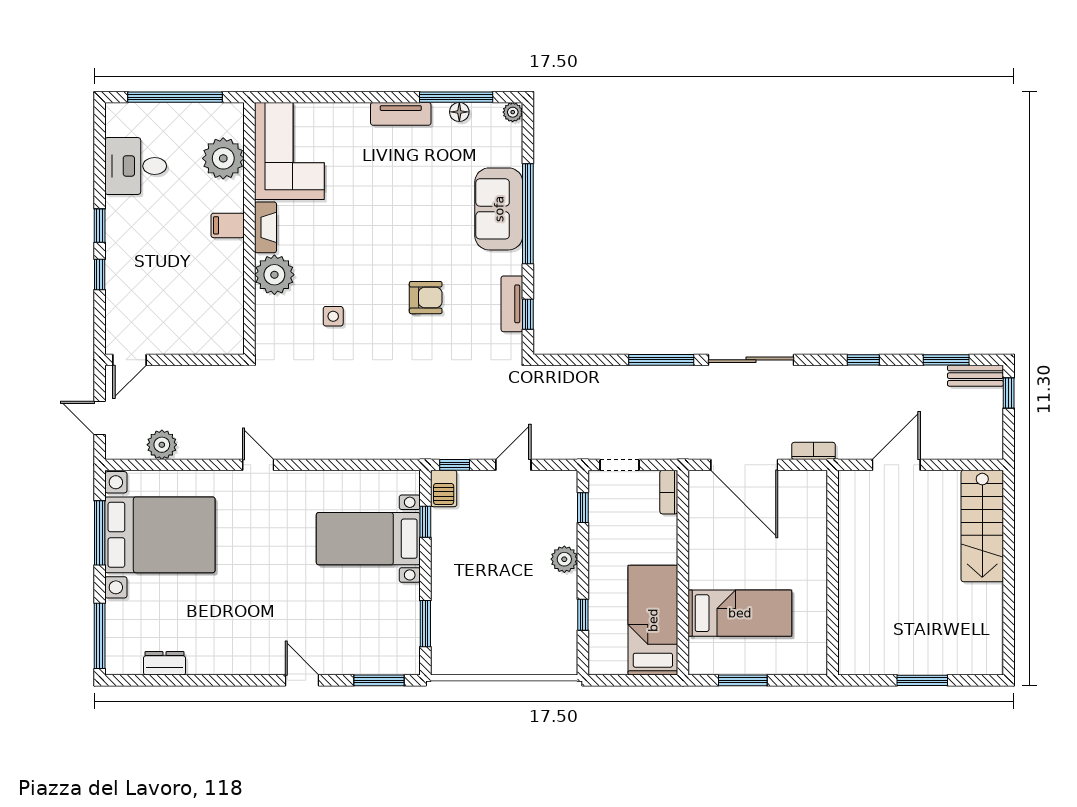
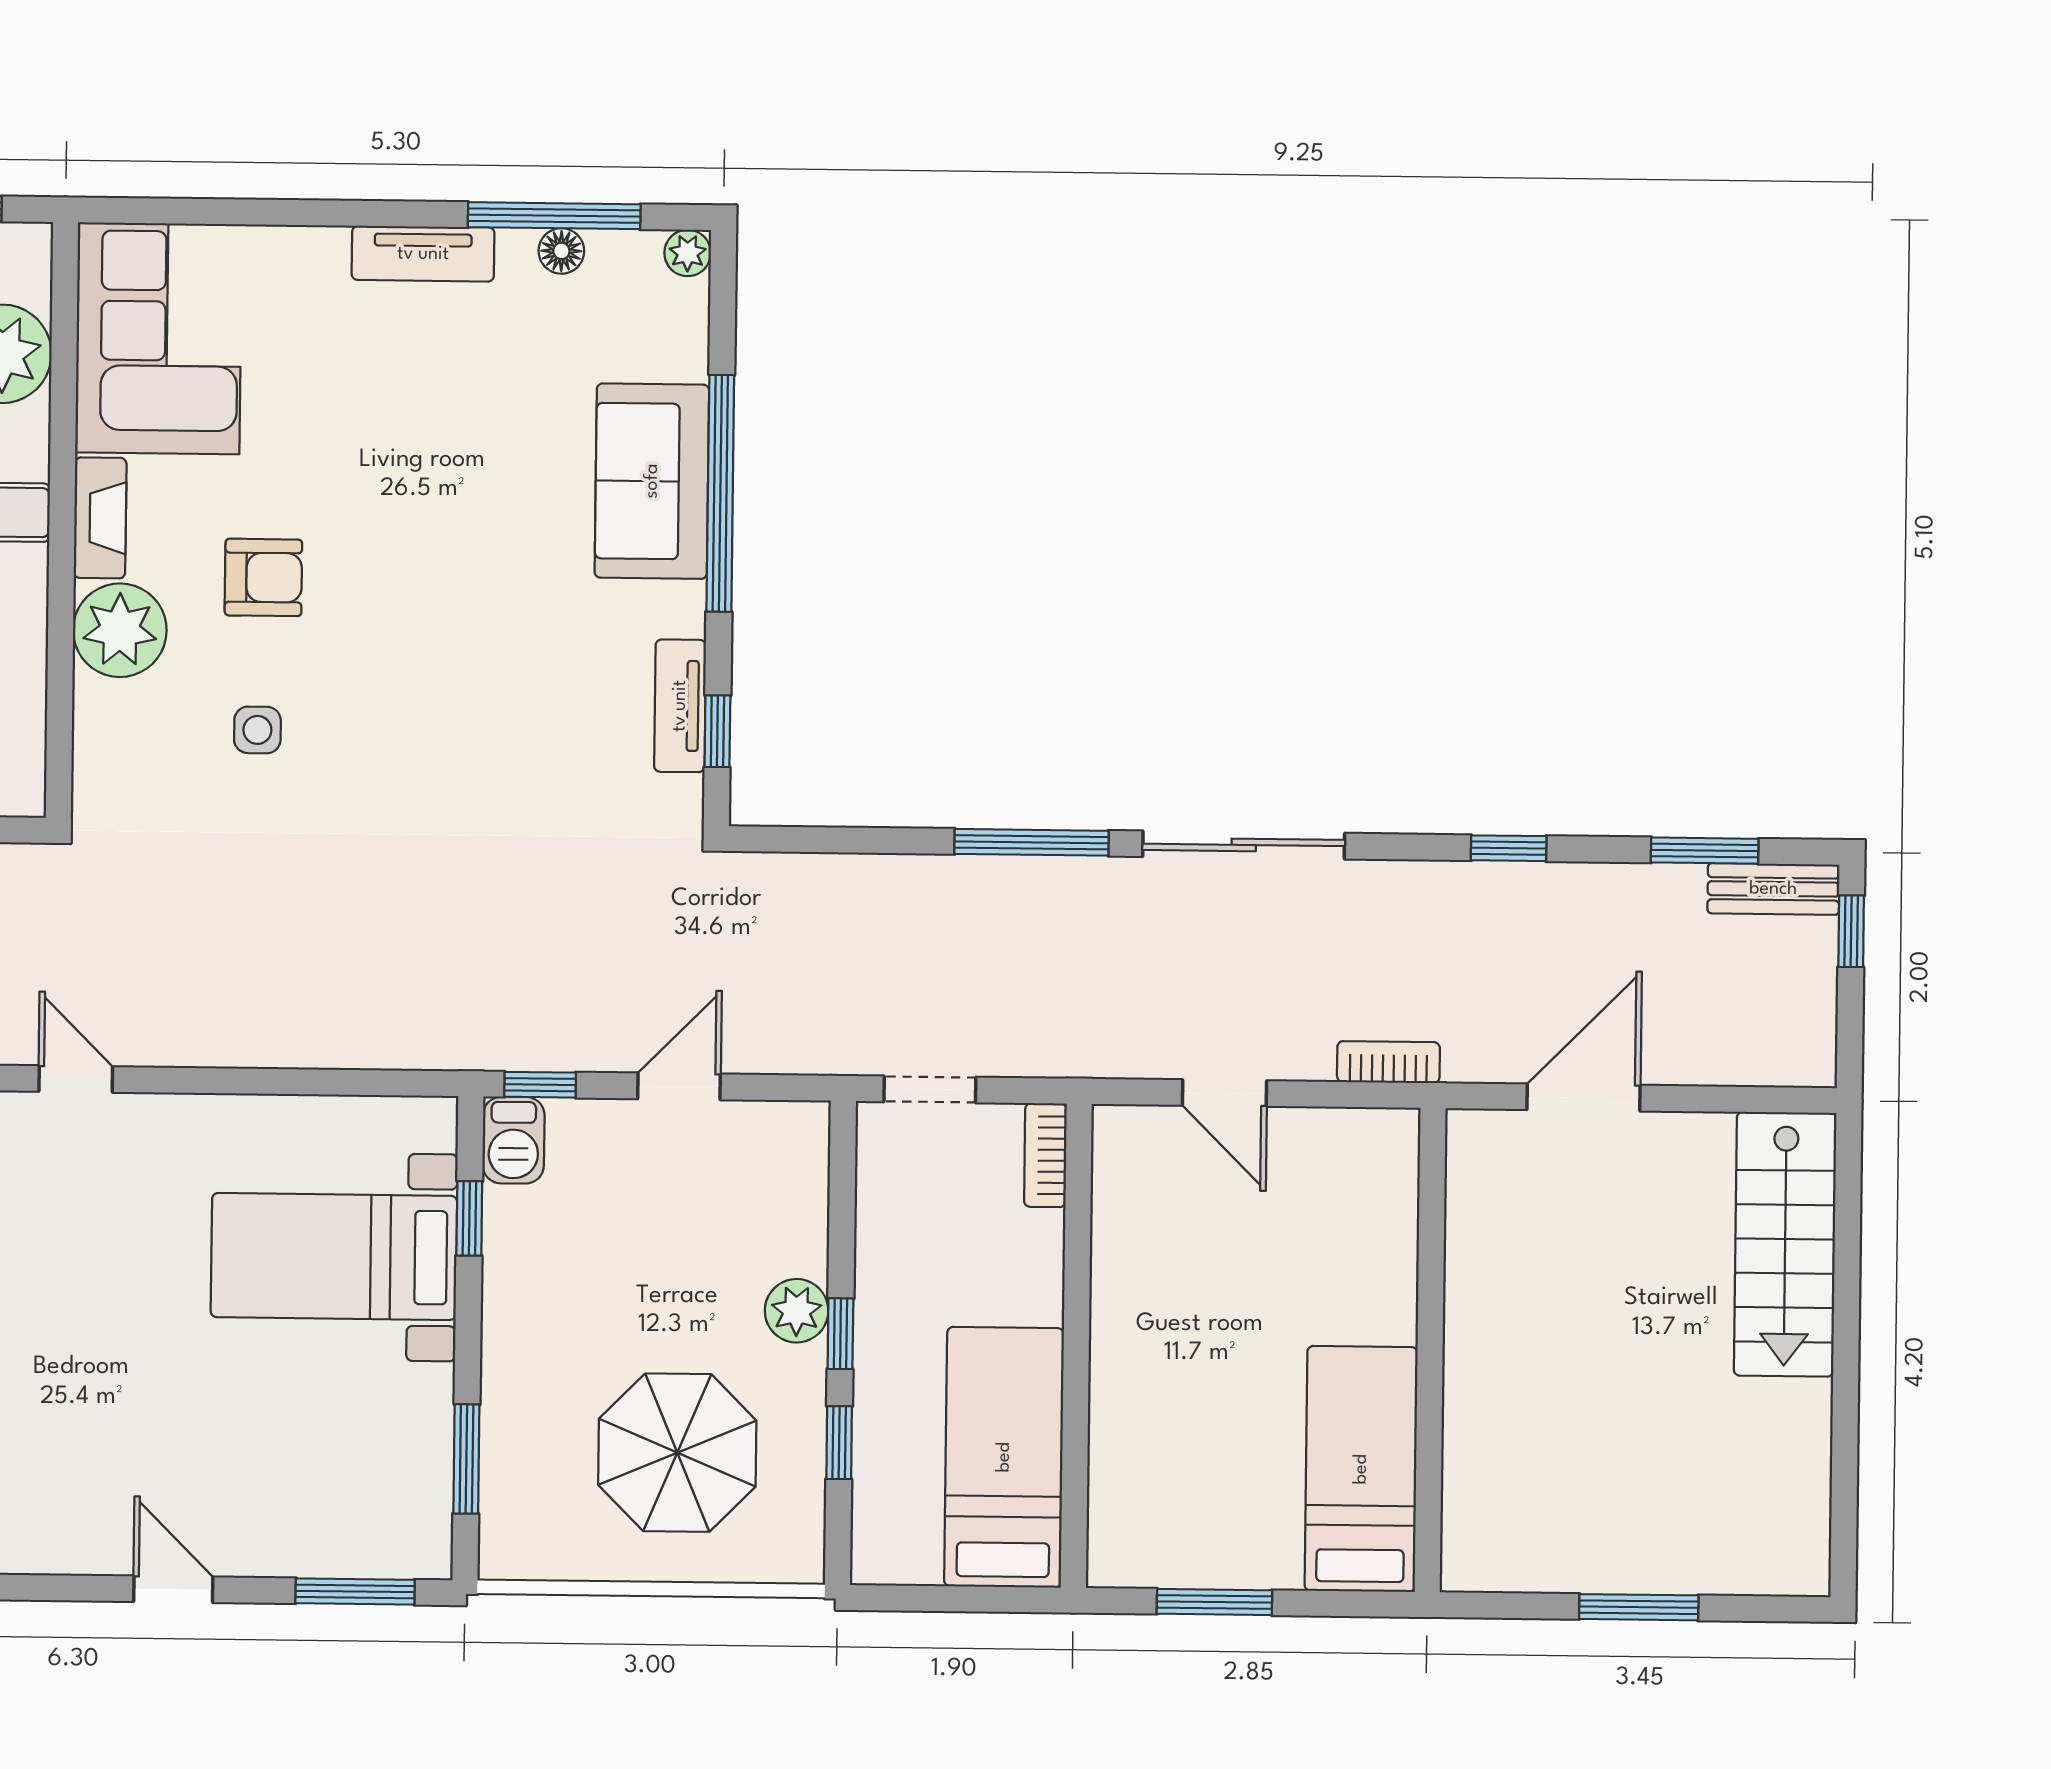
armchair: (426, 298) -> (263, 577), moved
door: (744, 465) -> (1225, 1093), width x0.53
window: (583, 508) -> (840, 1334), moved
bed: (740, 613) -> (1361, 1469), moved, turned -90
parasol: (515, 620) -> (677, 1453), added

